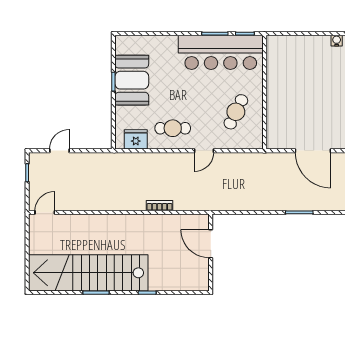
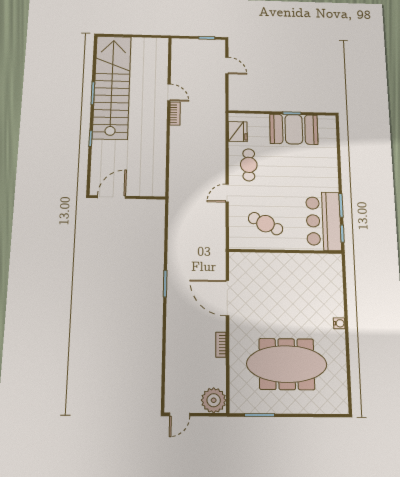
bar counter: (221, 52) -> (323, 221), width x0.73
door: (204, 151) -> (227, 193), hinge flipped
door: (313, 151) -> (227, 298), hinge flipped
bookcase: (160, 206) -> (175, 114), moved
door: (45, 212) -> (169, 92), moved
door: (211, 244) -> (111, 197), moved

